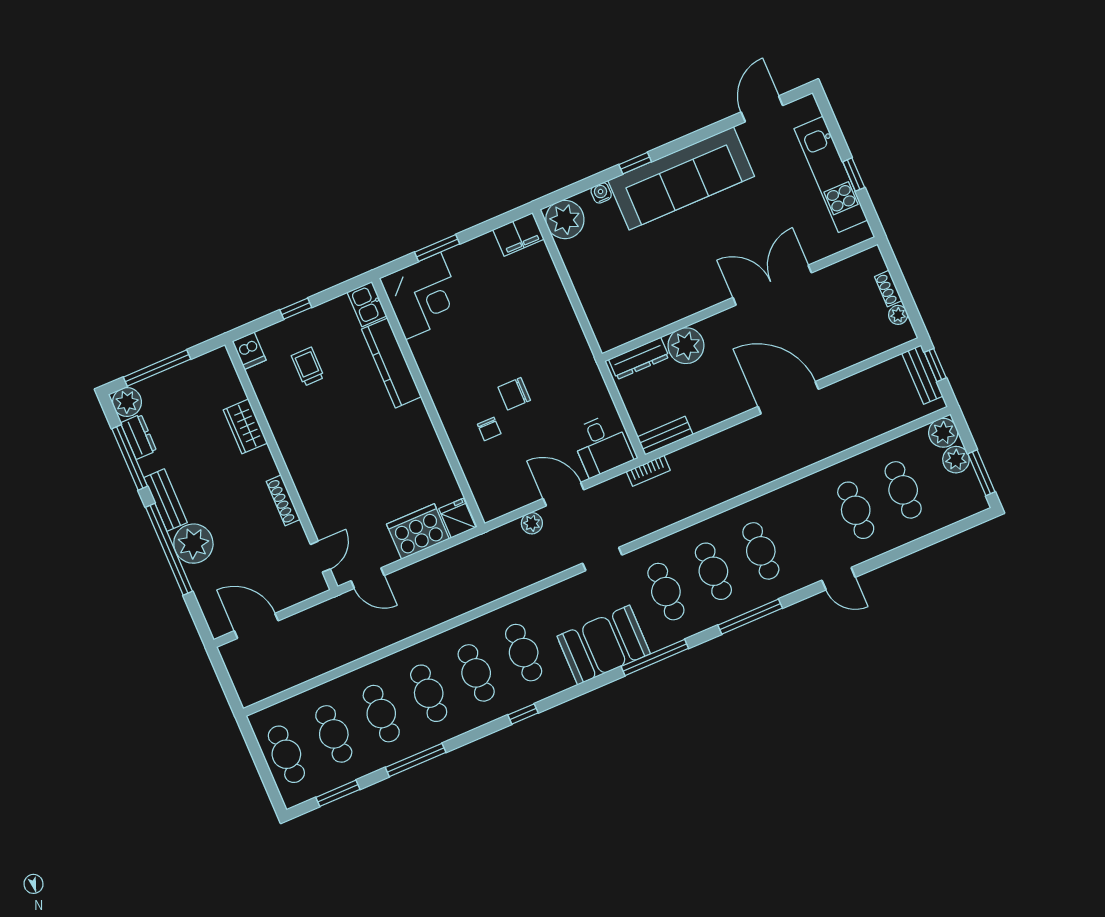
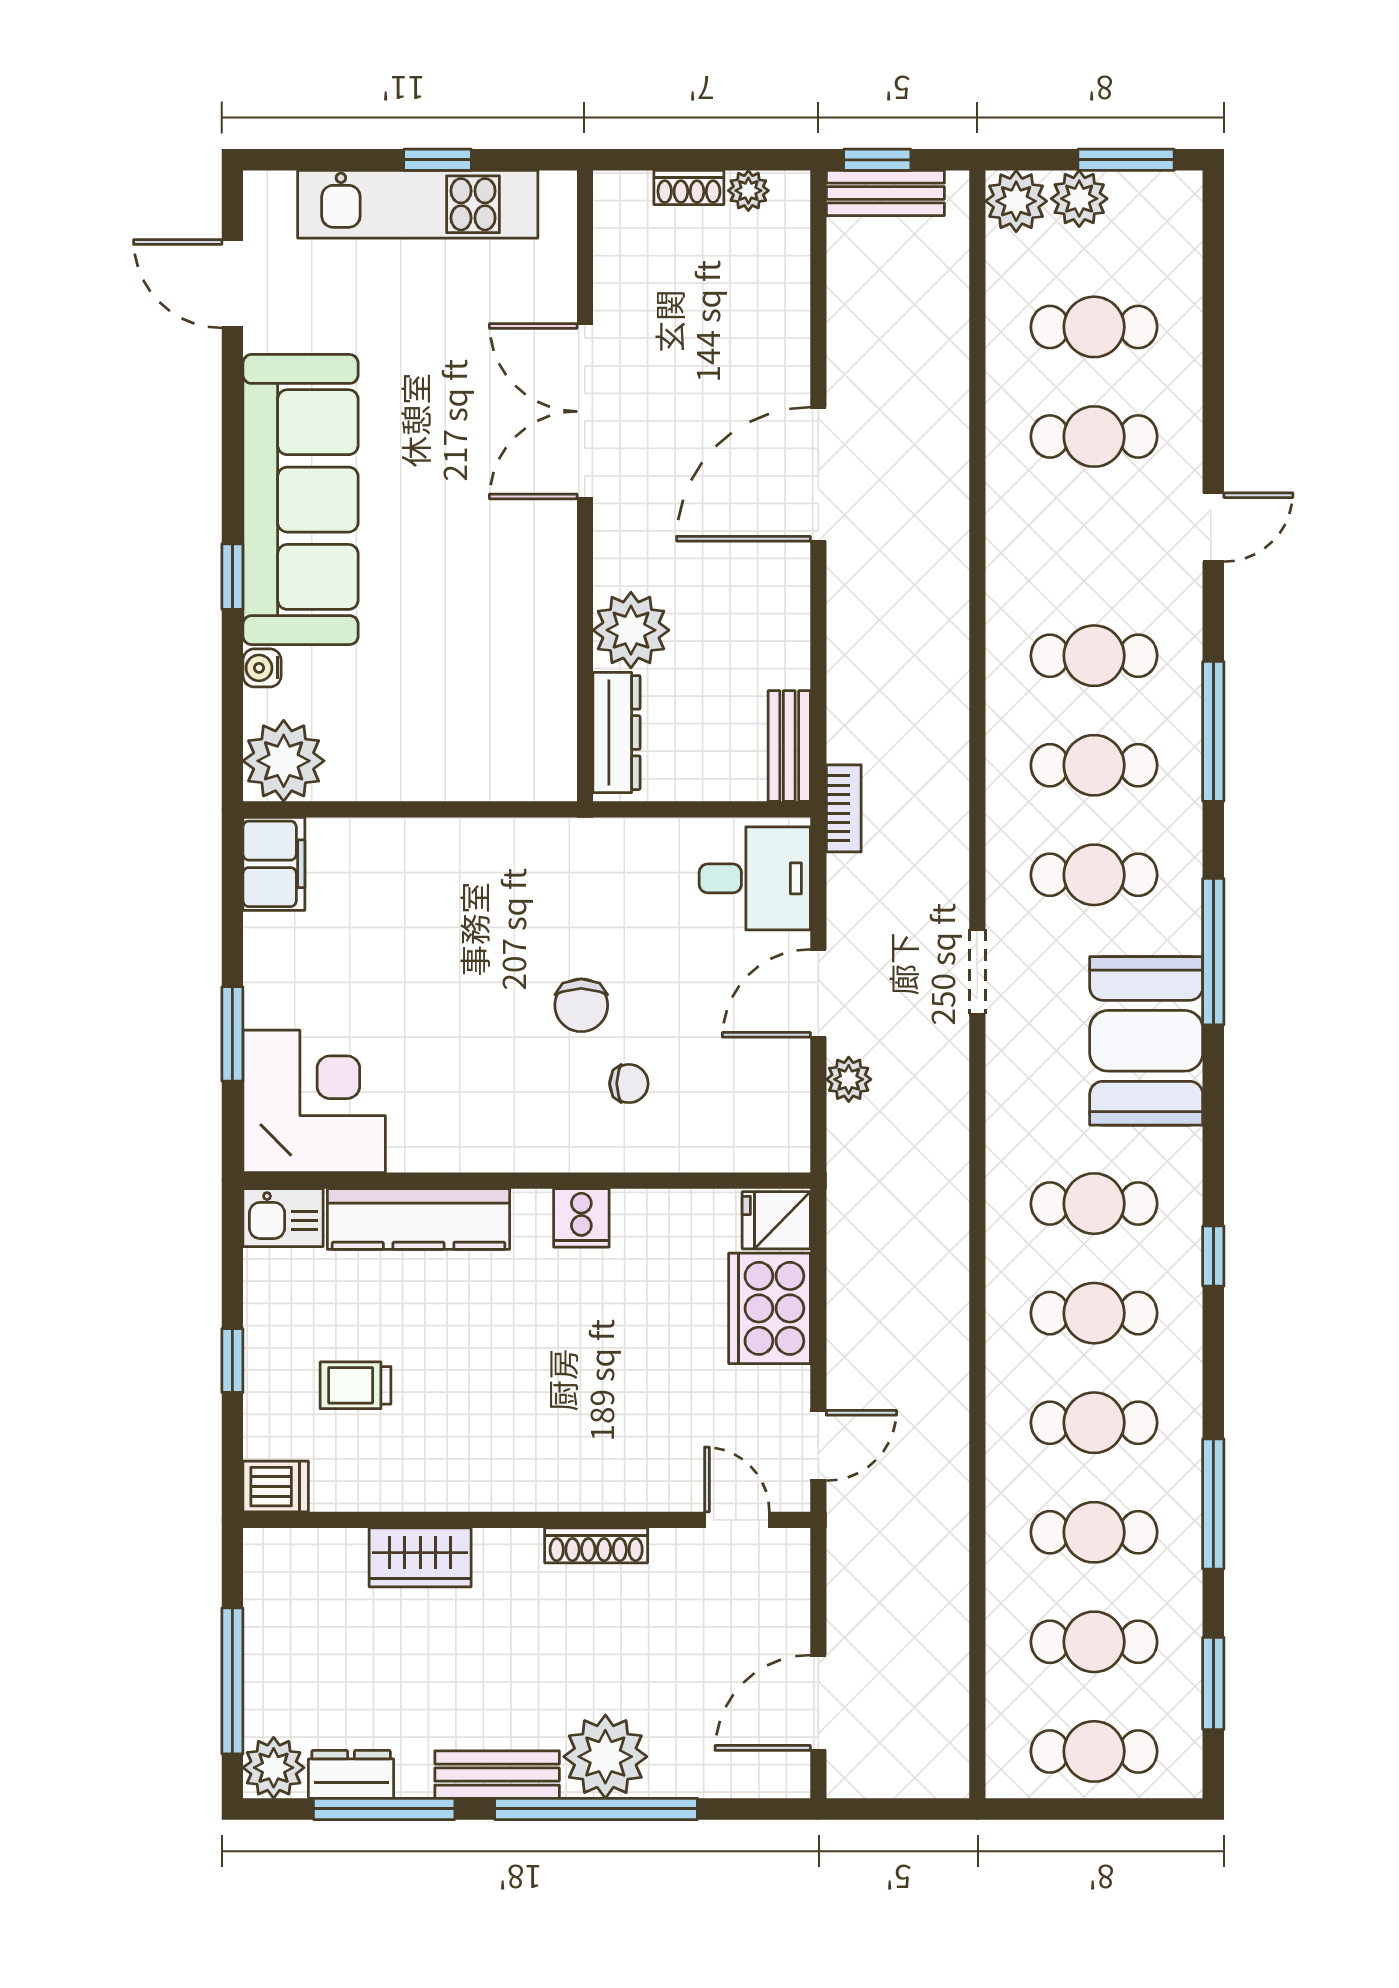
cooker: (422, 433) -> (581, 1218), added

